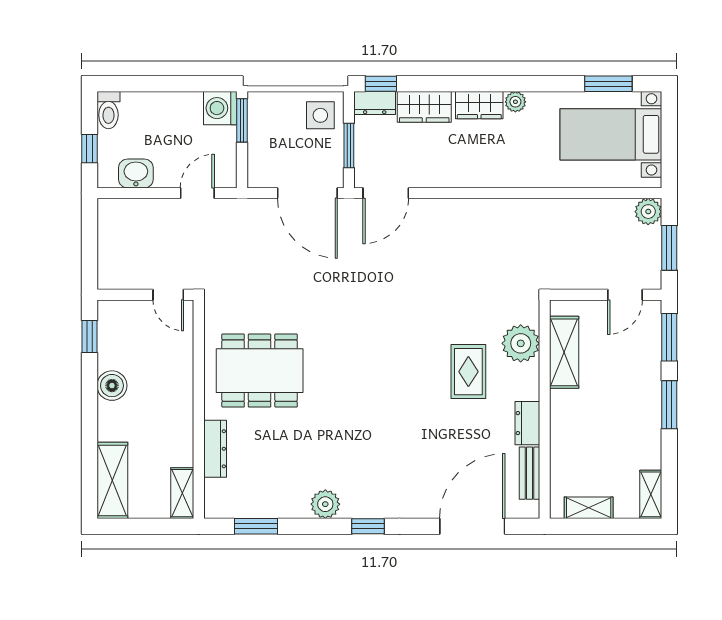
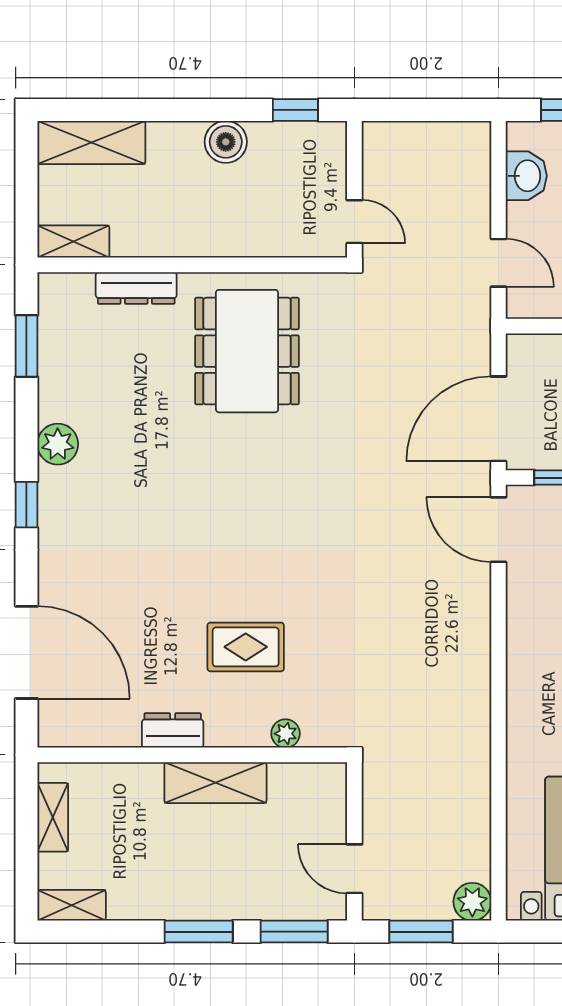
door: (168, 295) -> (354, 222), swing flipped
plant: (521, 343) -> (286, 734), width x0.53, depth x0.53
shelving: (564, 352) -> (215, 783), moved
bench: (530, 473) -> (102, 734), removed

